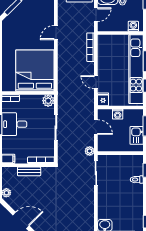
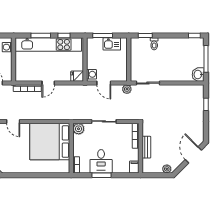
door: (96, 82) -> (48, 83), moved
washing machine: (118, 114) -> (91, 74), moved
door: (96, 127) -> (104, 83), swing flipped

